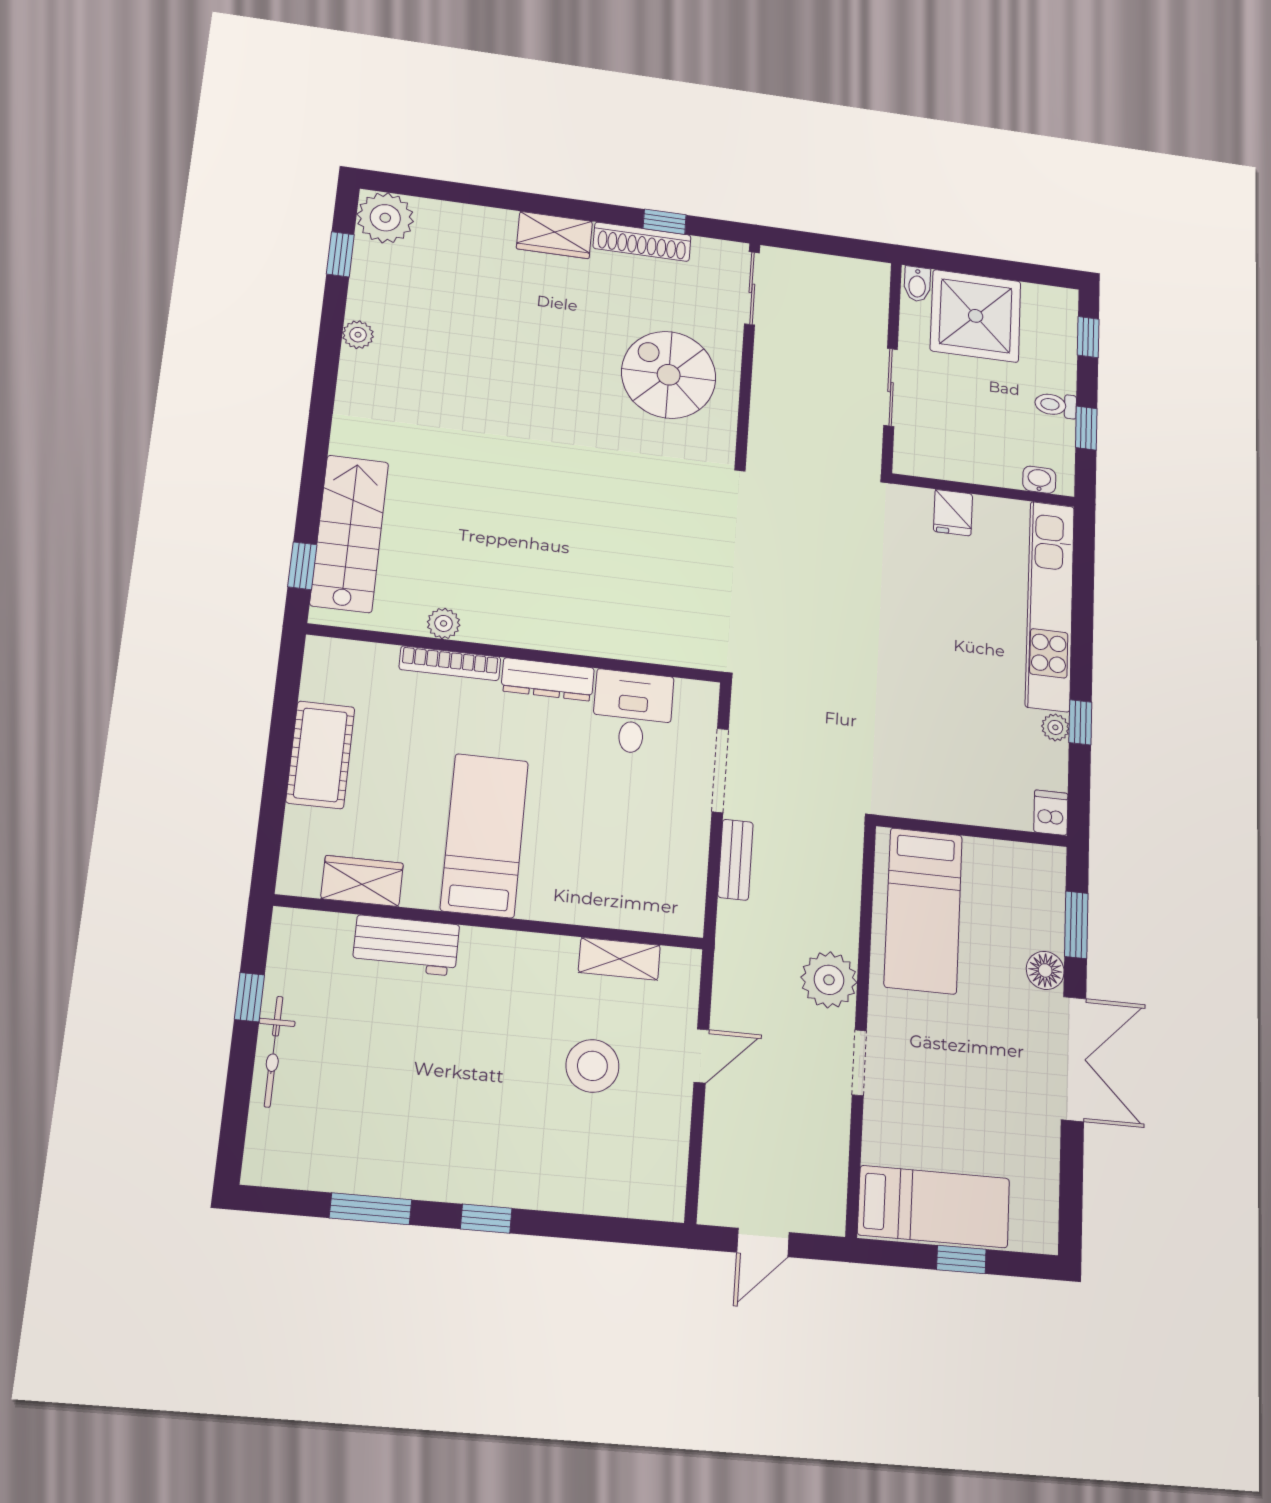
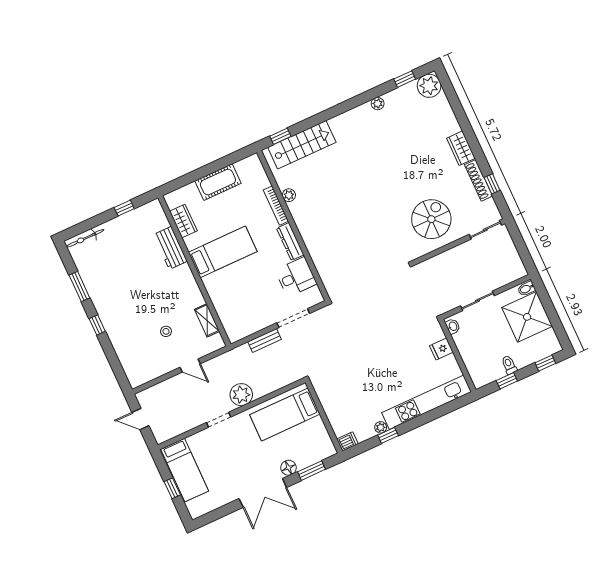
washbasin: (1039, 480) -> (453, 326), moved
bicycle: (274, 1052) -> (85, 238), moved
stool: (592, 1066) -> (166, 331), width x0.53, depth x0.53

